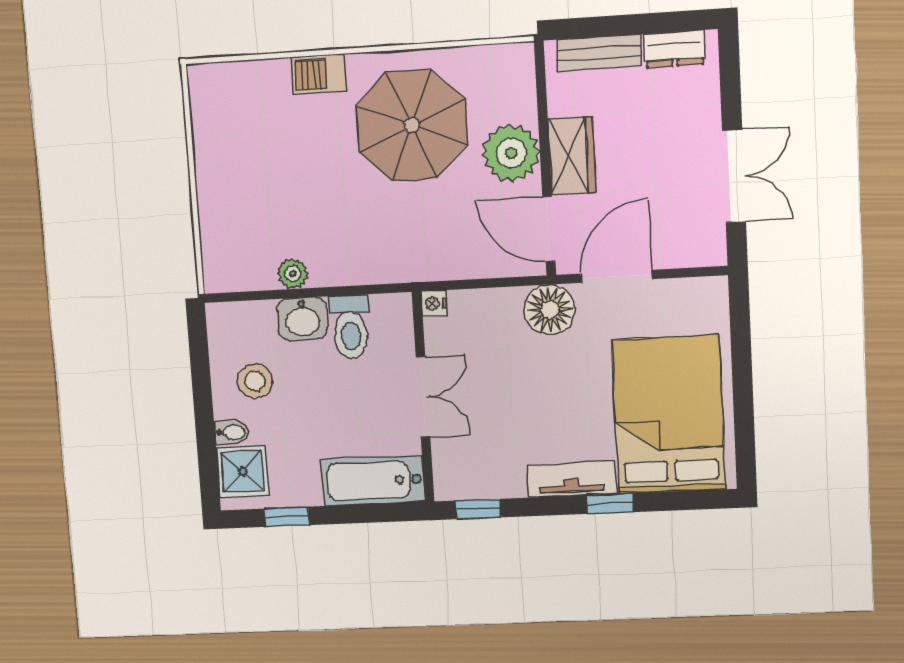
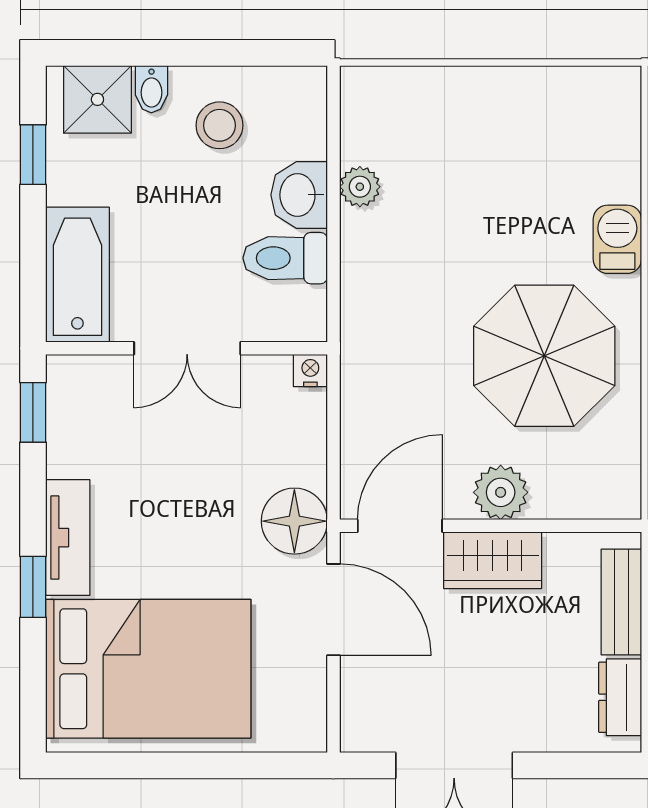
plant: (511, 153) -> (501, 492), width x0.73, depth x0.73

